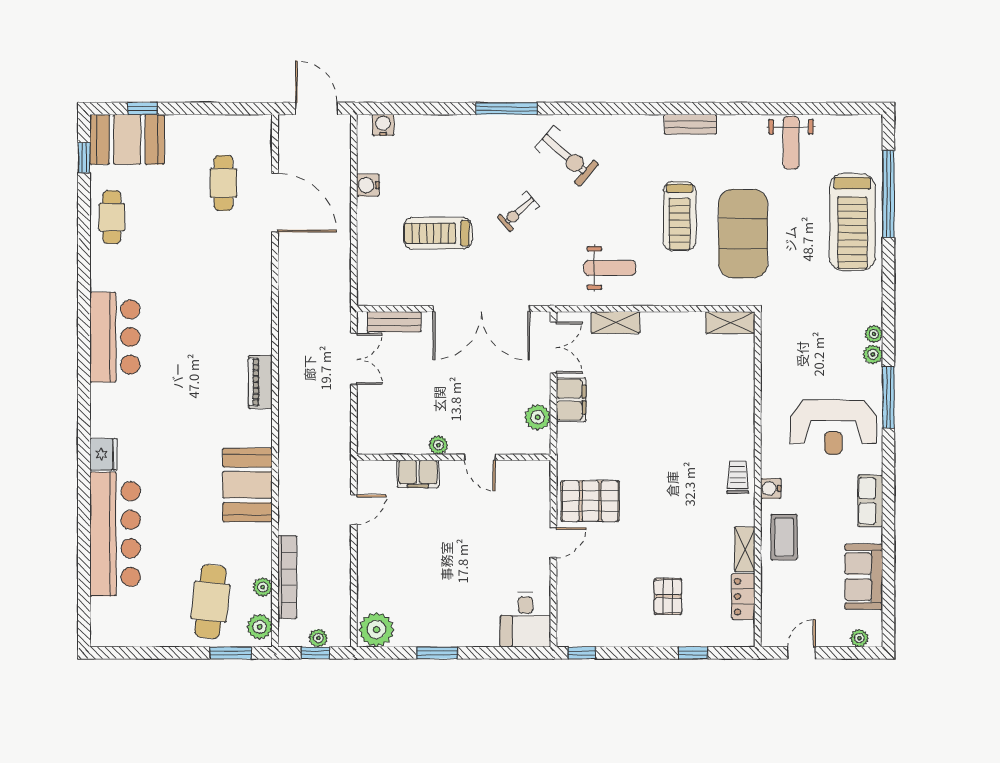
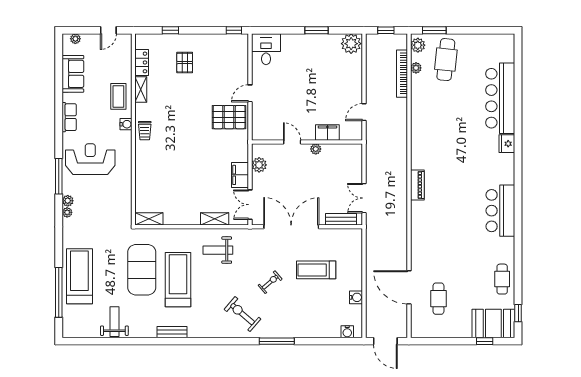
treadmill: (679, 216) -> (178, 280), width x1.37, depth x1.38
treadmill: (438, 233) -> (316, 270), turned 180
booth: (247, 485) -> (425, 126), removed
plant: (318, 638) -> (384, 39), removed

